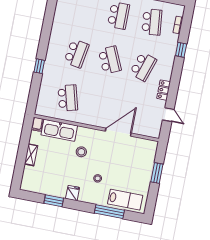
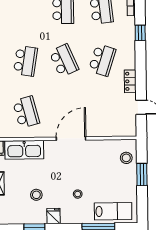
door: (118, 132) -> (71, 139), moved
stool: (81, 152) -> (36, 195), moved
stool: (146, 156) -> (126, 158), added

